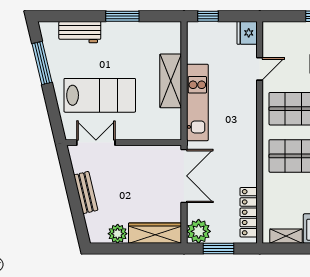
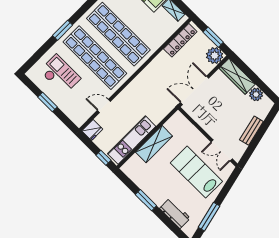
kitchen unit: (197, 102) -> (132, 140), moved

